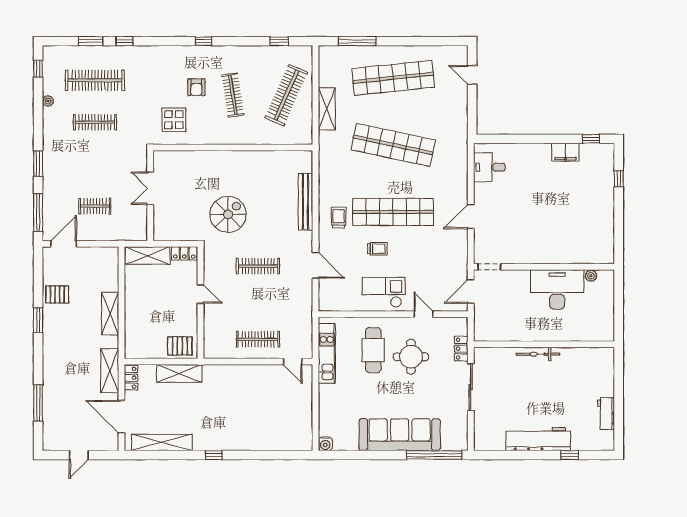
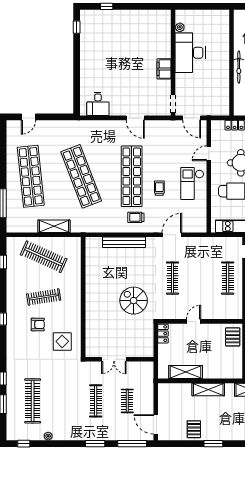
clothes rail: (95, 122) -> (96, 401), moved
shop shelf: (393, 145) -> (81, 176), turned -33
filing cabinet: (565, 152) -> (164, 69), moved, turned 180
shelving: (147, 256) -> (186, 372), moved, turned 90

